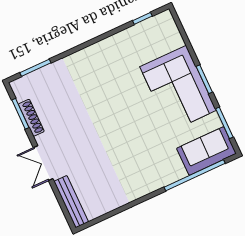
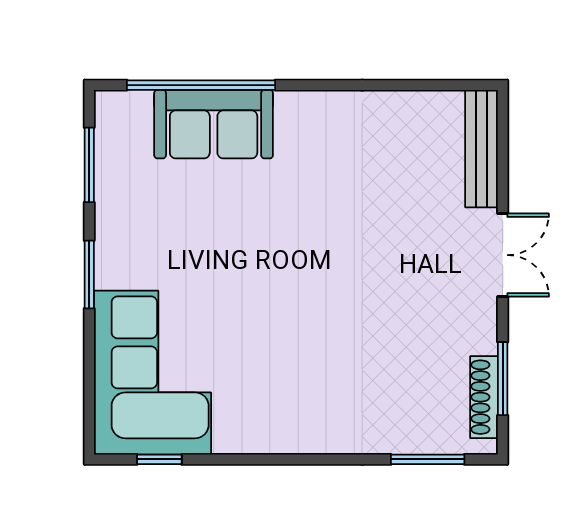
corner sofa: (178, 89) -> (152, 373), moved
shoe rack: (31, 118) -> (484, 397), moved
sofa: (206, 151) -> (214, 124), moved

